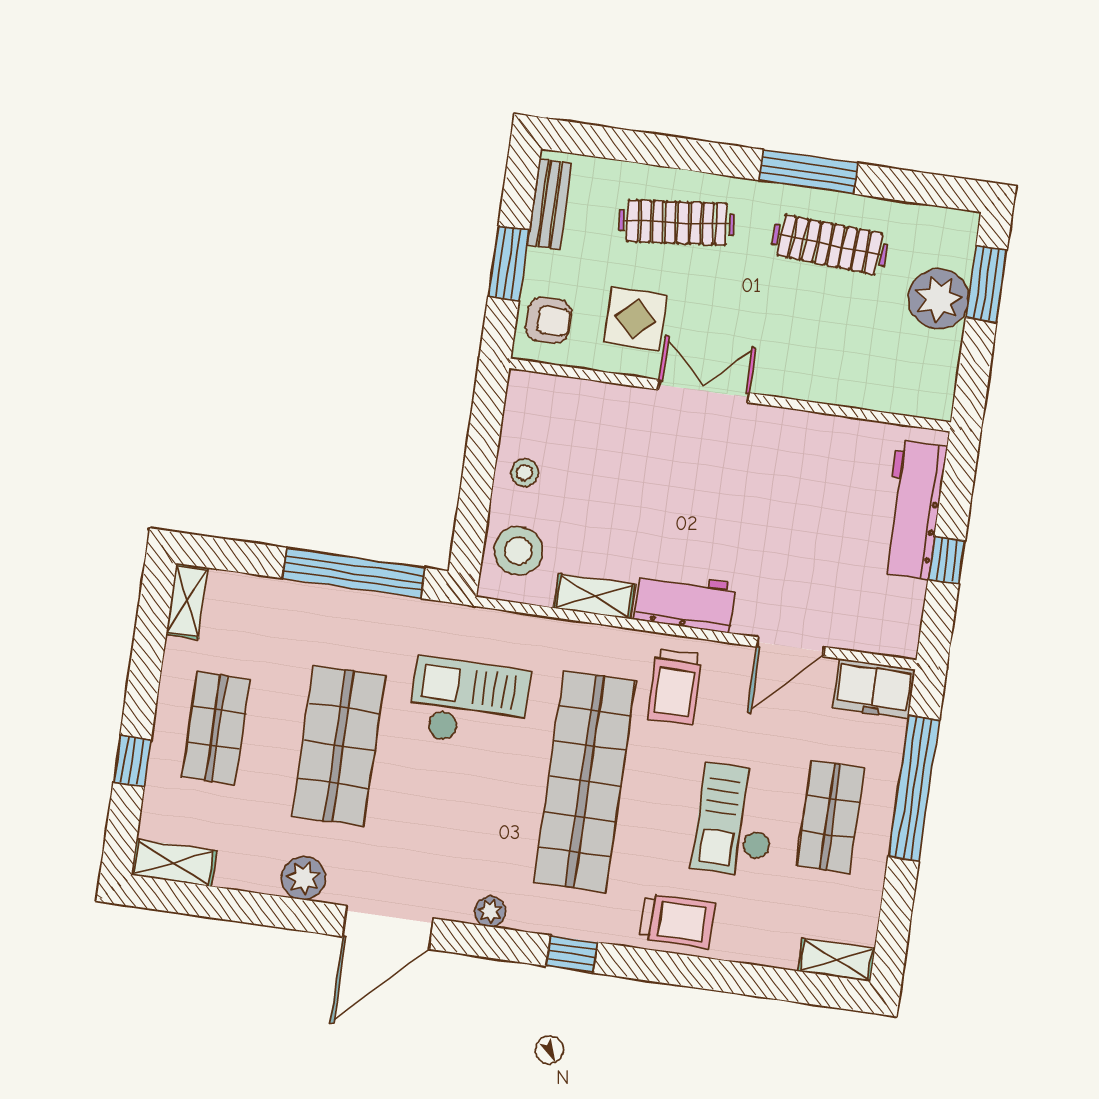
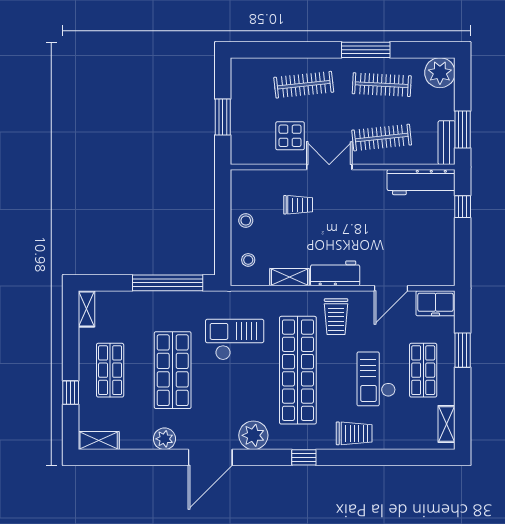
bench: (549, 204) -> (447, 143), moved
window: (986, 284) -> (463, 129), moved
plant: (939, 299) -> (440, 73), moved
armchair: (549, 320) -> (247, 143), removed
clothes rail: (815, 348) -> (382, 138), added
trolley: (632, 457) -> (298, 205), added
workbench: (913, 510) -> (421, 182), moved, turned -90
stool: (518, 551) -> (248, 260), width x0.53, depth x0.53
window: (947, 560) -> (463, 207), moved
window: (914, 788) -> (463, 350), width x0.47
plant: (490, 911) -> (253, 435), width x1.87, depth x1.87
shelving: (836, 960) -> (447, 424), moved, turned 90

